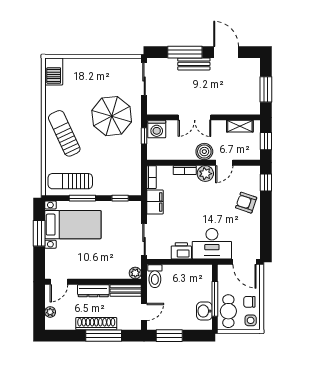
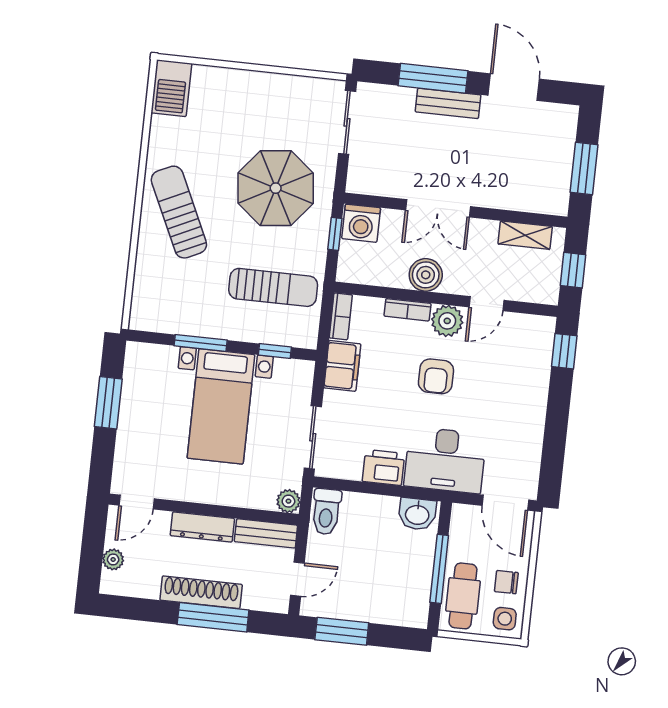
boiler: (204, 152) -> (426, 275), moved
sun lounger: (70, 181) -> (273, 287), moved, turned 180
armchair: (246, 203) -> (436, 376), moved, turned -109
bed with nightstands: (73, 225) -> (221, 406), moved, turned 90
washbasin: (204, 311) -> (417, 514), moved, turned -90

